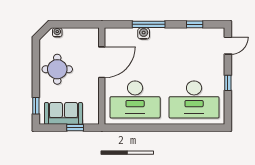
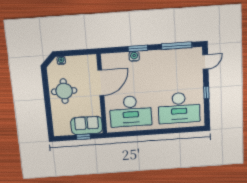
window: (149, 24) -> (138, 48), width x0.69
window: (195, 24) -> (177, 46), width x2.17
window: (36, 106) -> (50, 122), removed
sofa: (63, 113) -> (87, 125), moved

